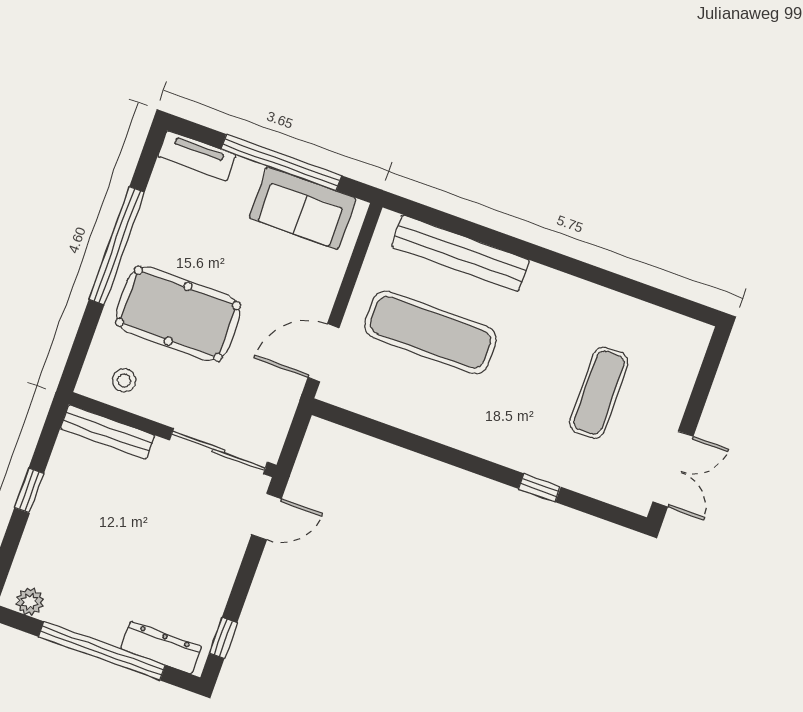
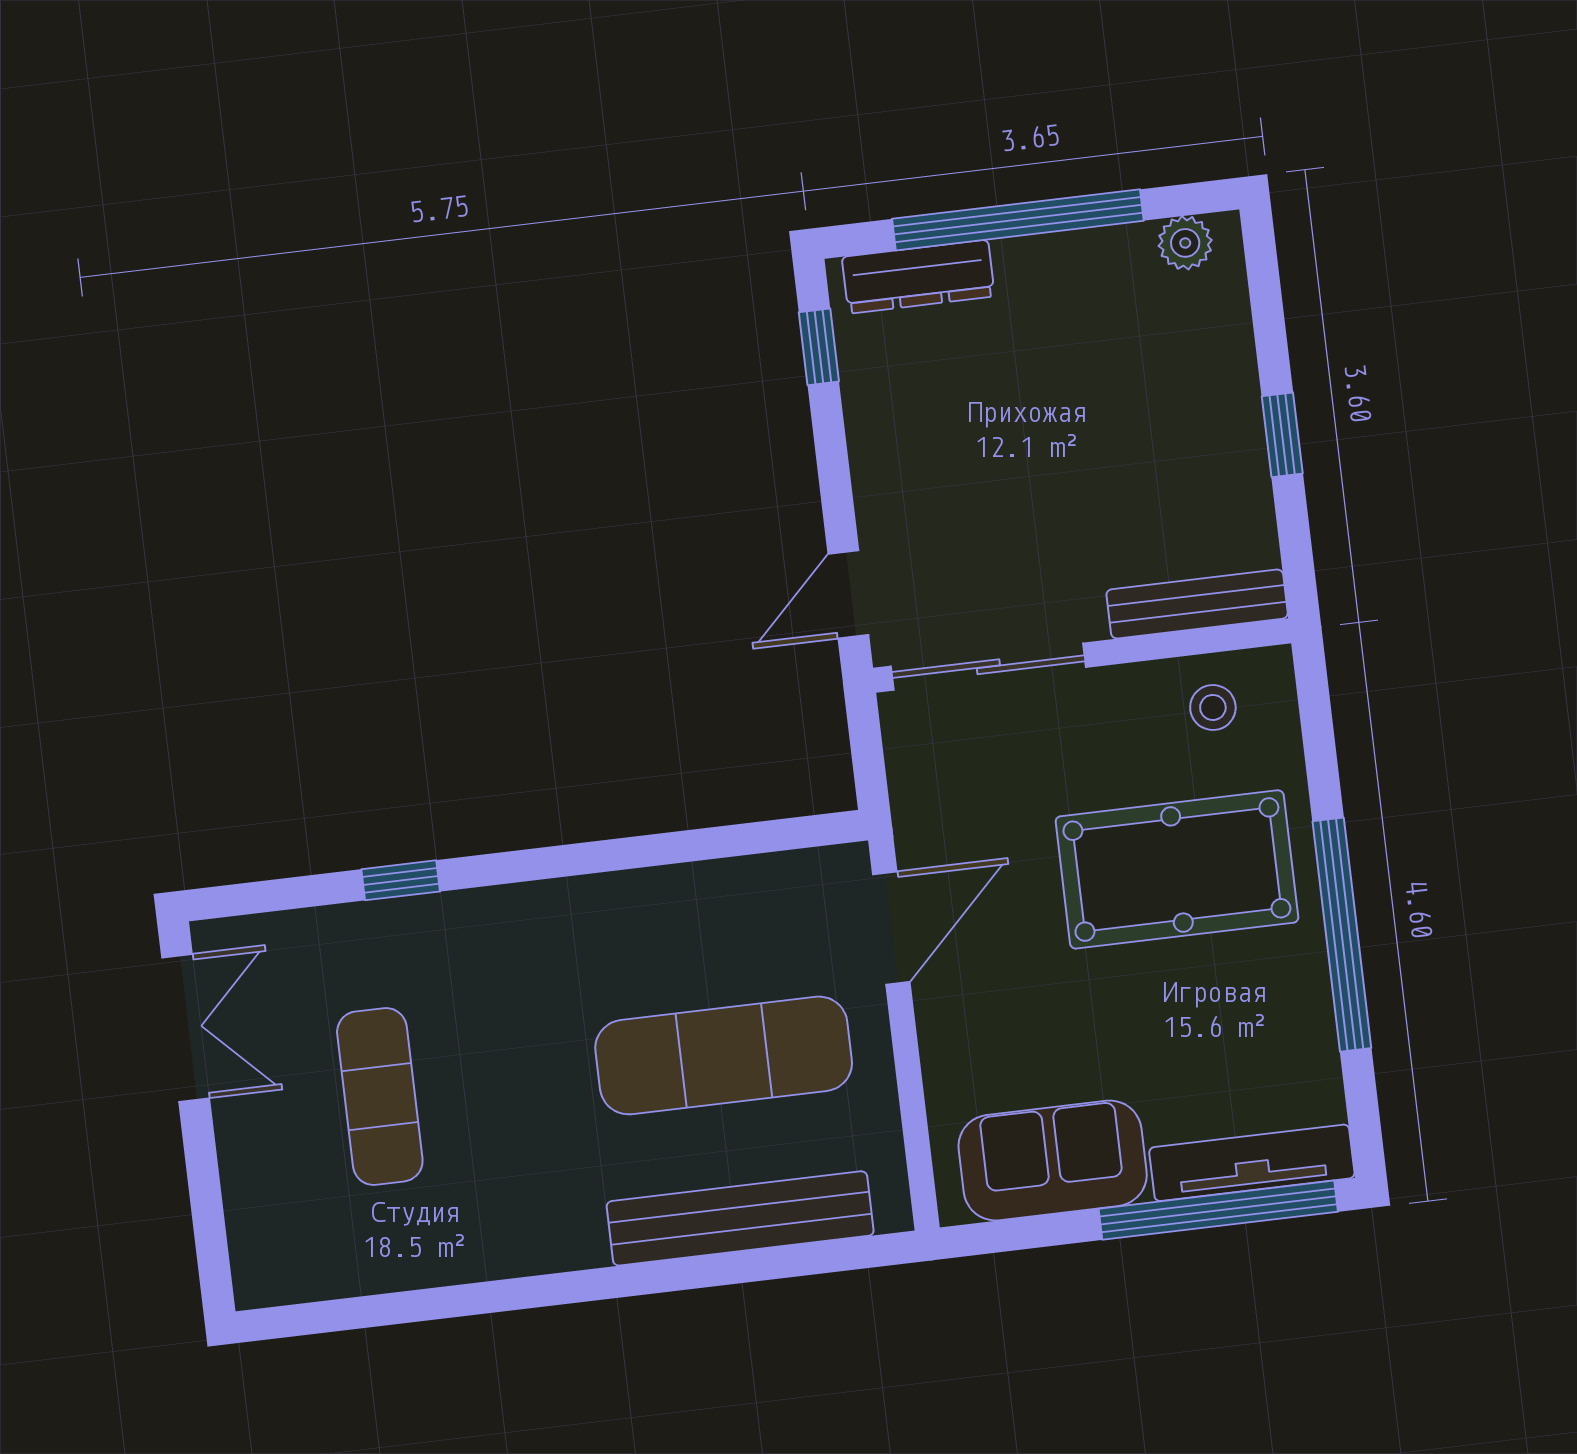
tv unit: (197, 156) -> (1252, 1163), width x1.41
window: (281, 162) -> (1218, 1210), moved
double door: (673, 469) -> (186, 1028), swing flipped

